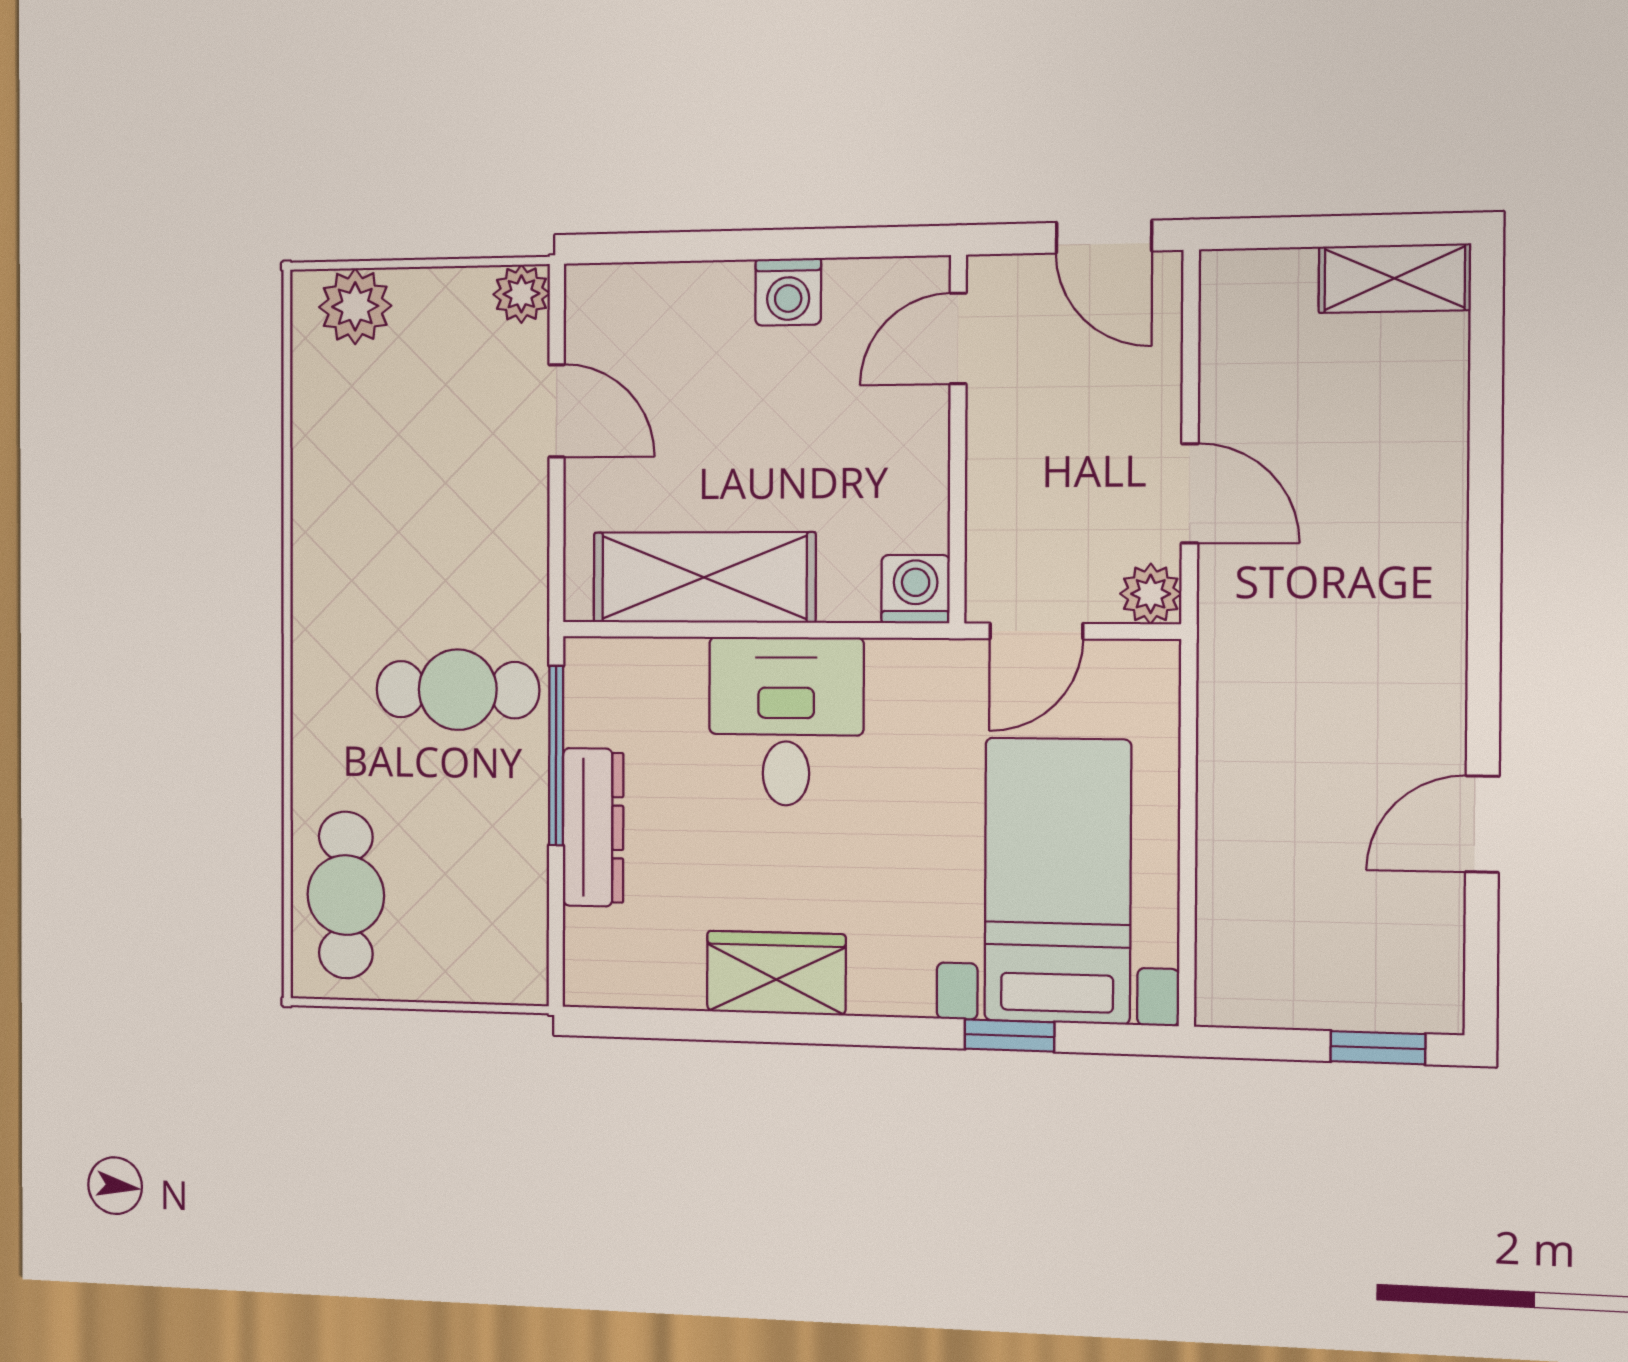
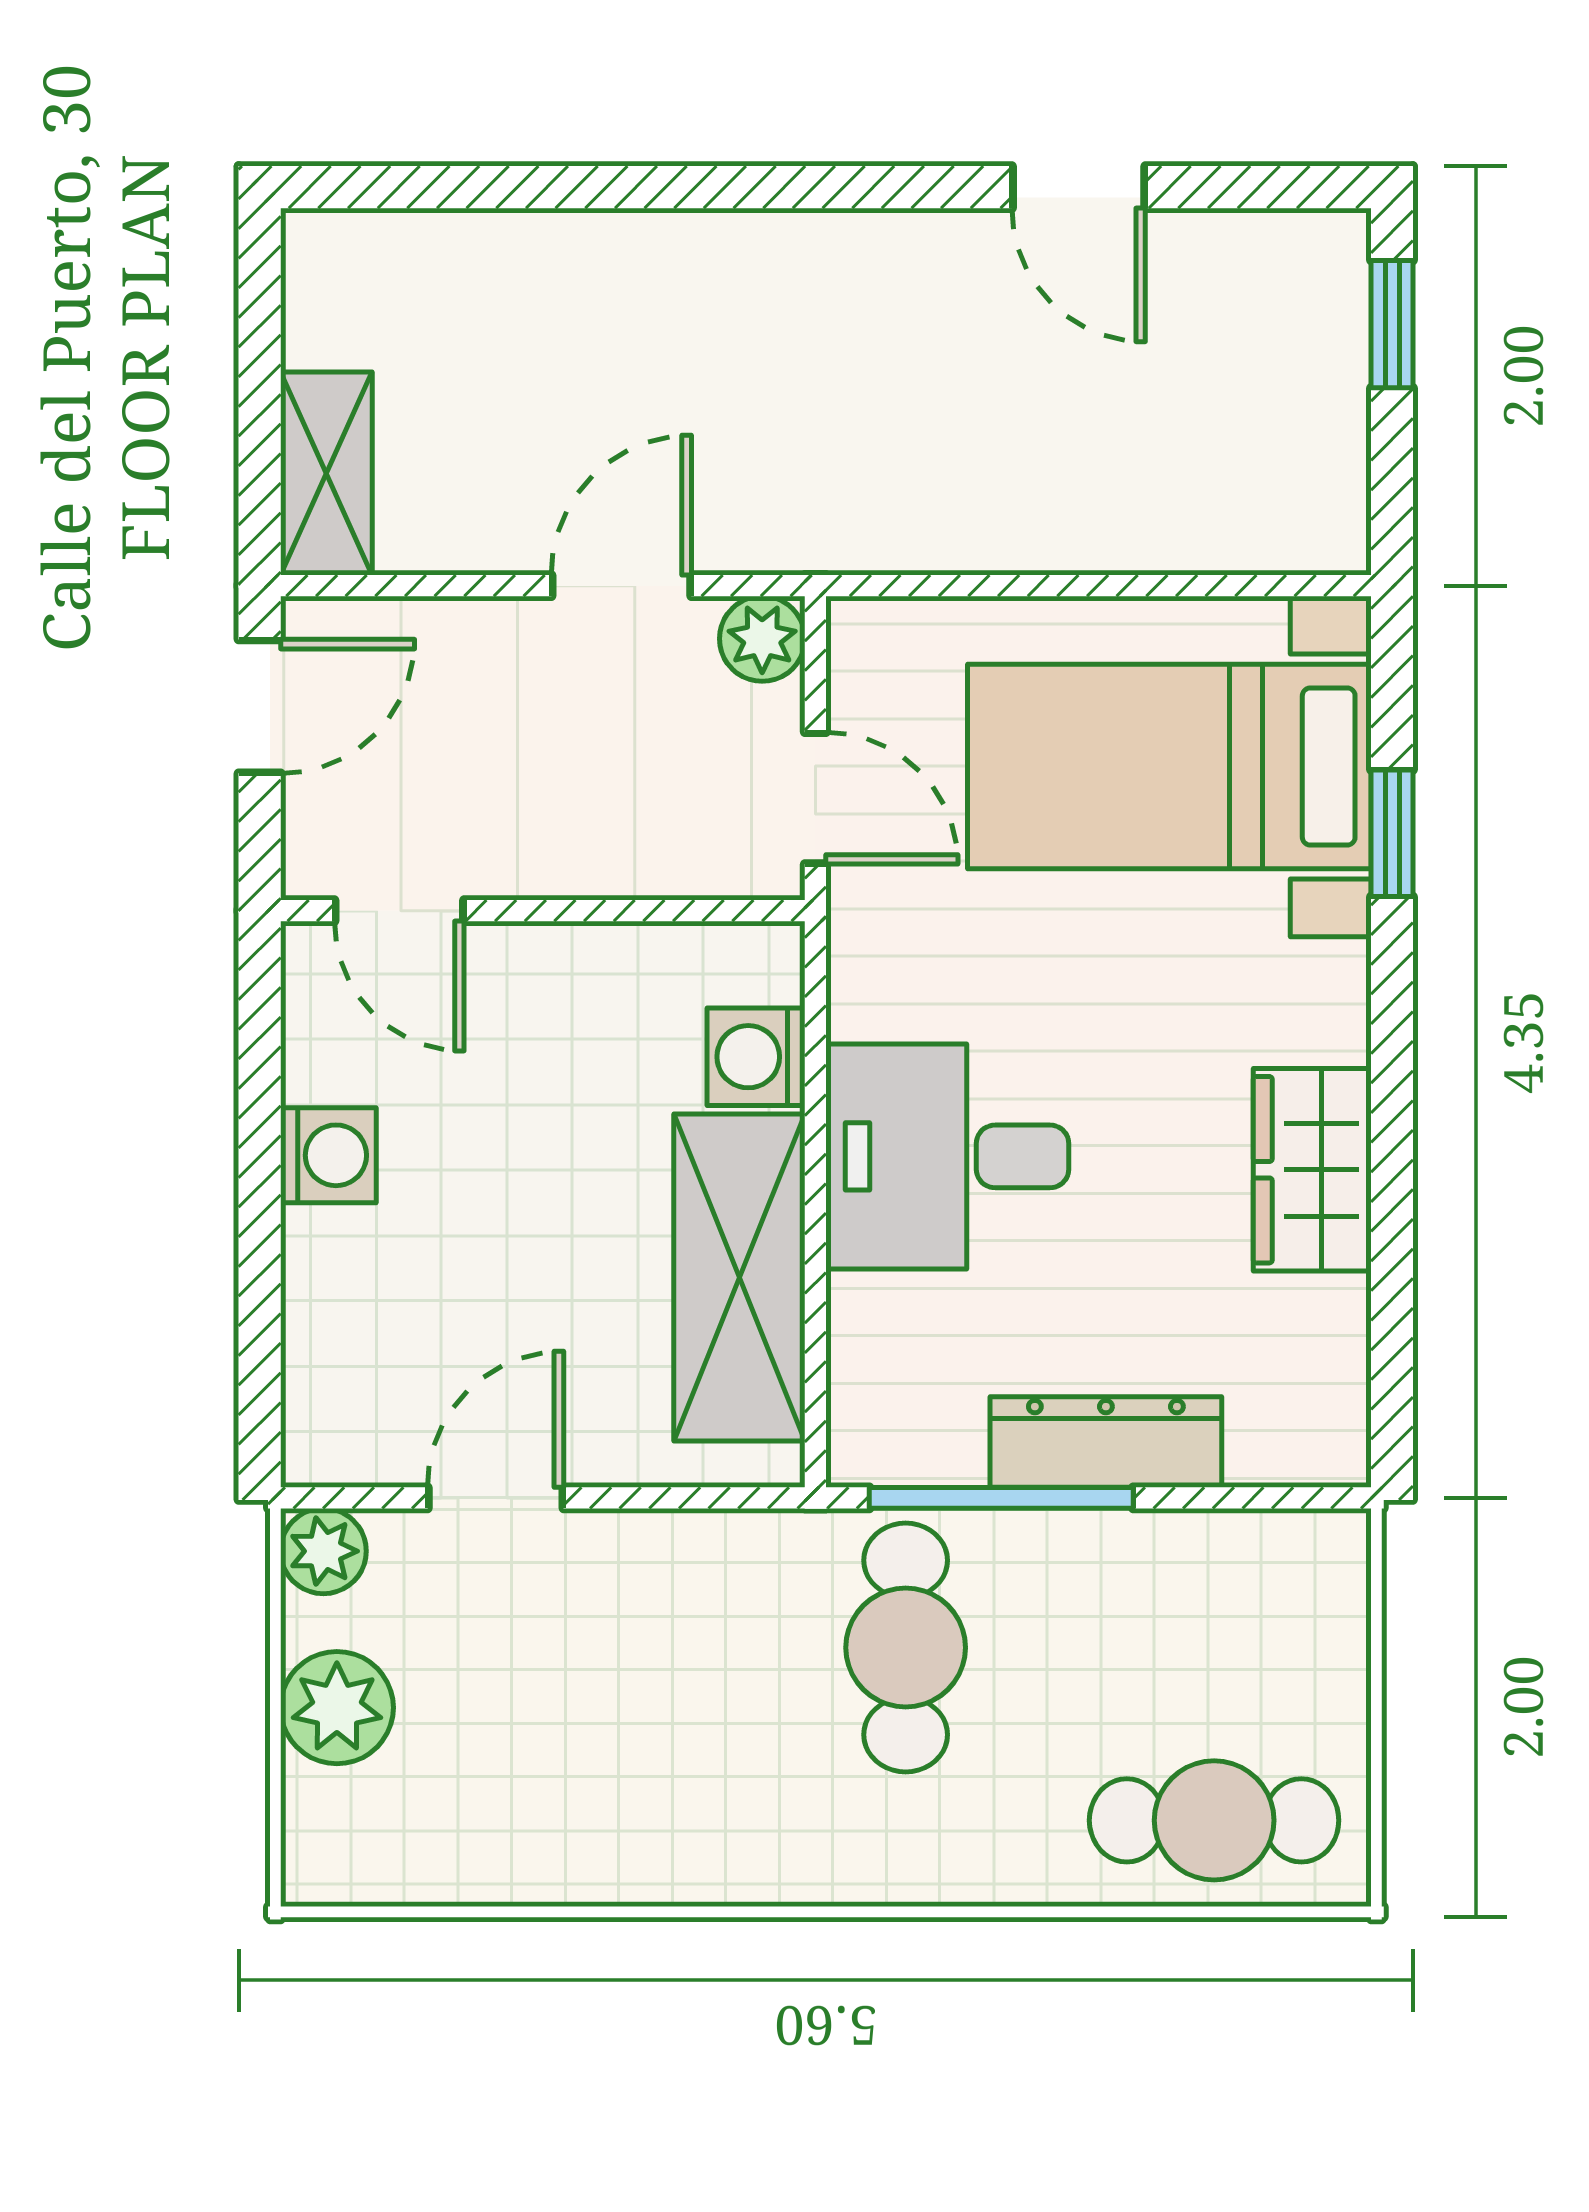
shelving: (1395, 278) -> (326, 473), moved
plant: (355, 306) -> (337, 1708), moved
washing machine: (916, 589) -> (756, 1057), moved

